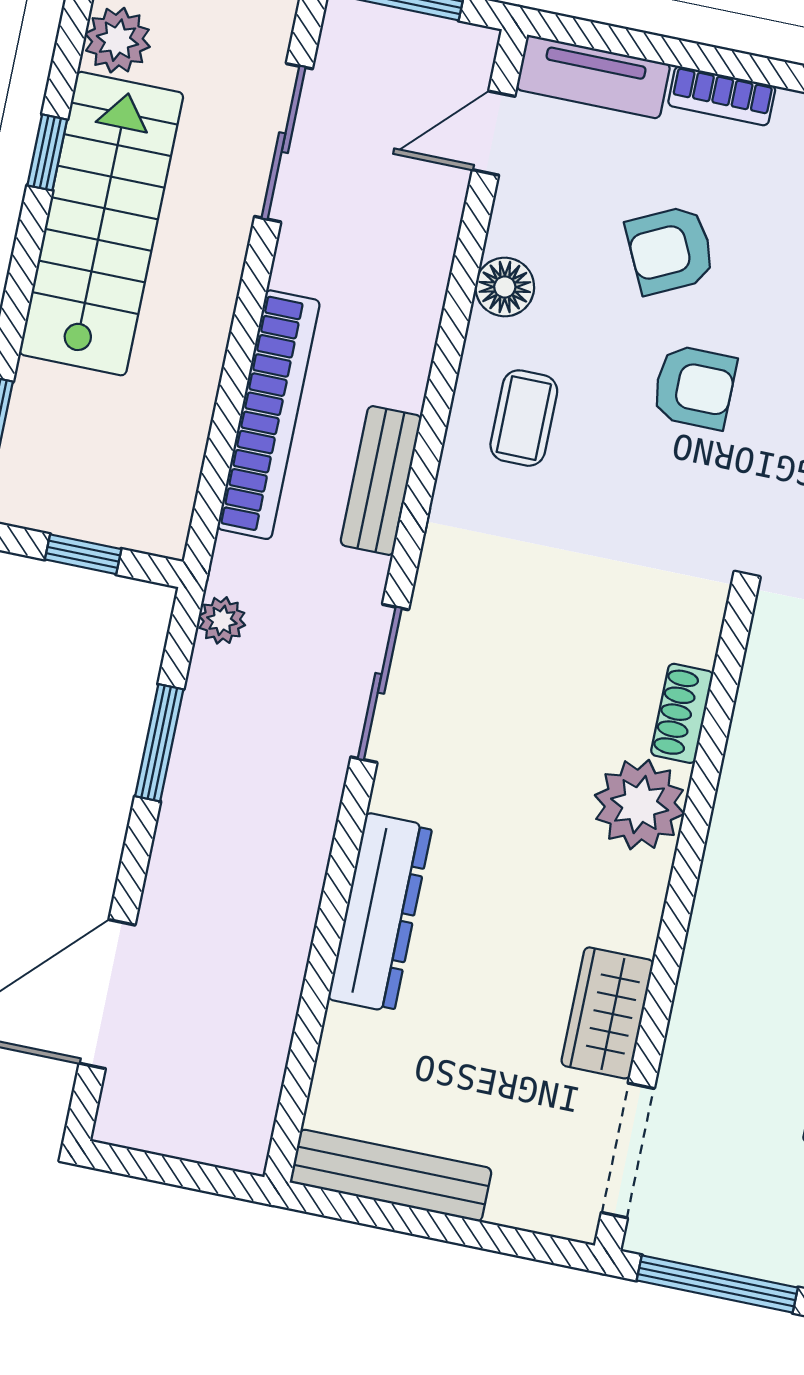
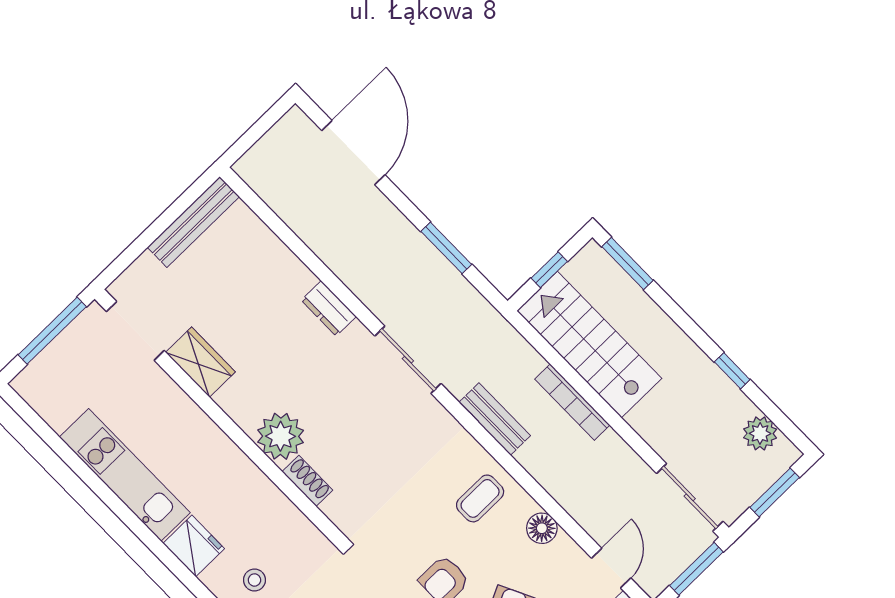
sliding door: (284, 143) -> (690, 497), moved
stairs: (101, 224) -> (589, 345), moved, turned 180
bookcase: (269, 415) -> (572, 402), width x0.68, depth x0.76
coffee table: (524, 418) -> (480, 498), turned 90
plant: (222, 620) -> (481, 310), removed
dresser: (380, 913) -> (329, 308), width x0.51, depth x0.80

